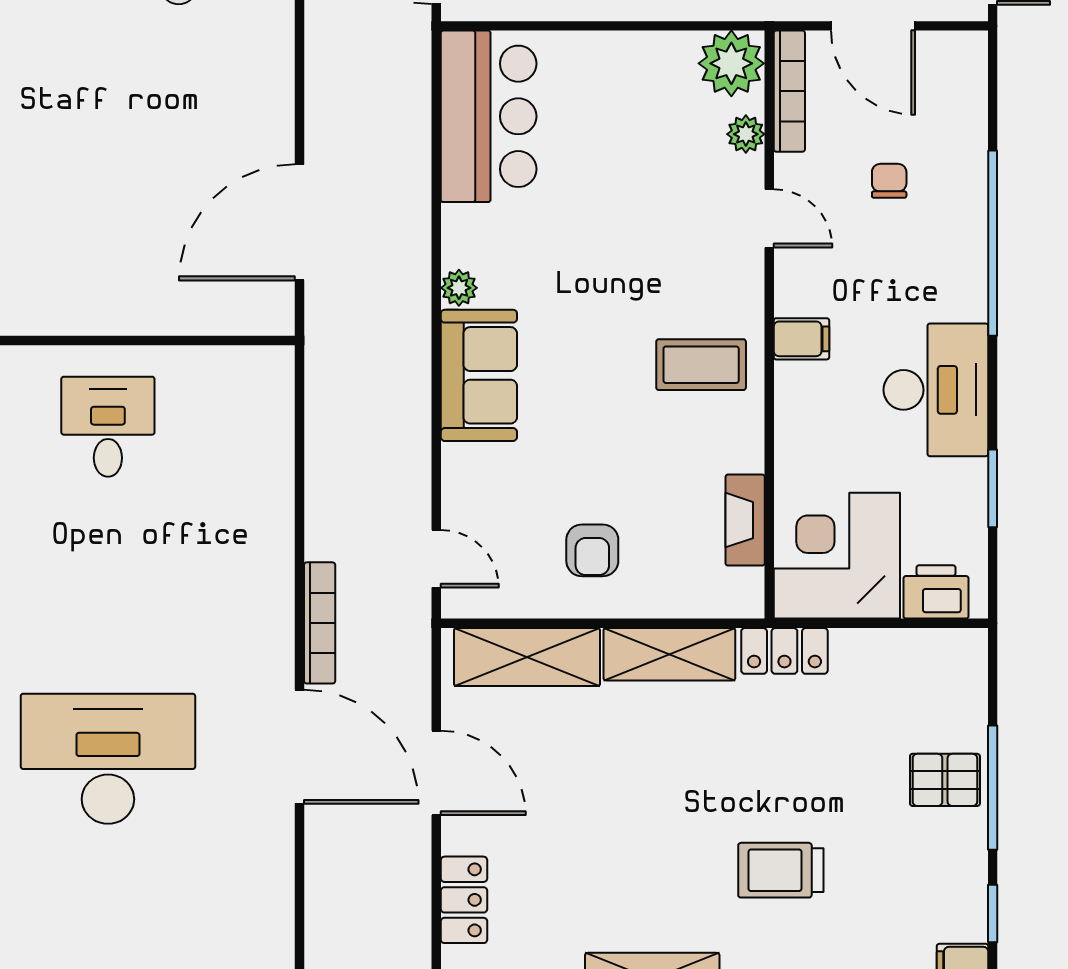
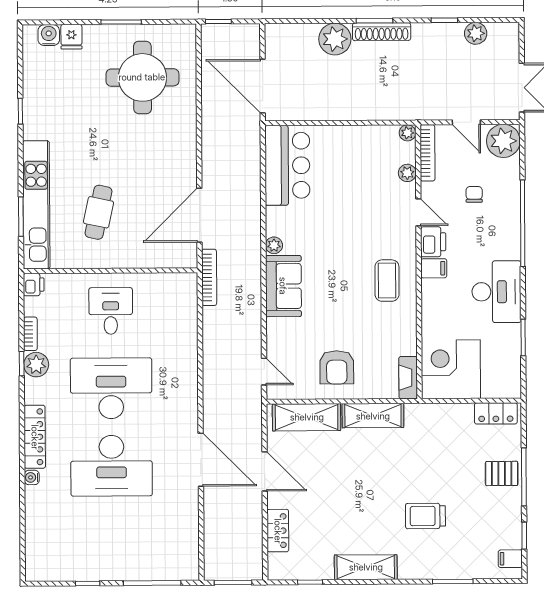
door: (873, 26) -> (466, 122), width x0.73
plant: (731, 63) -> (407, 133), width x0.53, depth x0.53
plant: (952, 66) -> (503, 141), added
cafe table: (83, 215) -> (99, 212), added
coffee table: (701, 365) -> (387, 281), turned 90
fireplace: (745, 520) -> (408, 378), moved
armchair: (592, 550) -> (337, 367), width x1.38, depth x1.38
printer: (936, 592) -> (433, 242), moved, turned 90
desk: (108, 593) -> (111, 388), added
bookcase: (320, 623) -> (209, 277), moved
locker: (784, 651) -> (496, 413), moved
desk: (108, 759) -> (111, 466), turned 180

